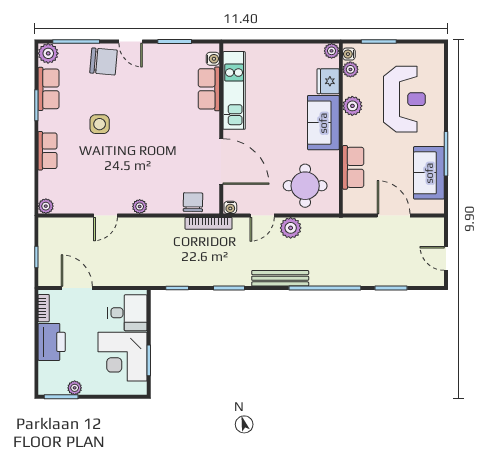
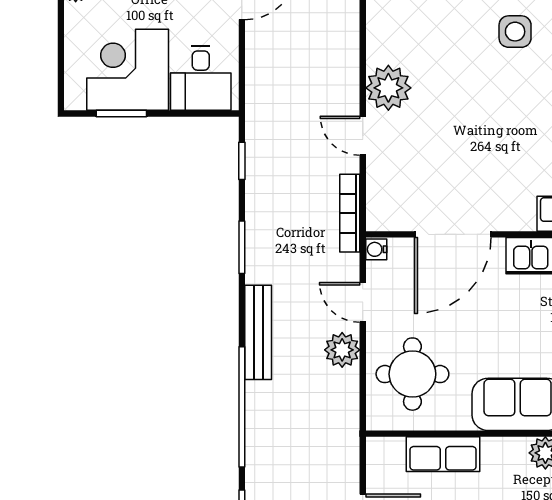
chair: (193, 202) -> (385, 187), removed
plant: (140, 206) -> (388, 88), width x1.88, depth x1.88
door: (105, 216) -> (363, 136), moved

